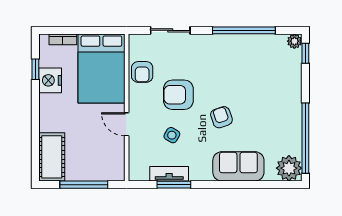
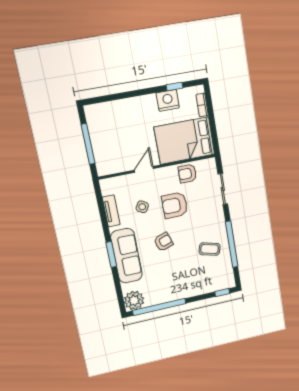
plant: (294, 41) -> (230, 283), removed
coffee table: (244, 60) -> (210, 249), added
armchair: (178, 95) -> (175, 205), turned -90
cot: (52, 157) -> (105, 113), removed
sofa: (238, 166) -> (126, 256), width x1.36
window: (174, 185) -> (111, 254), moved

